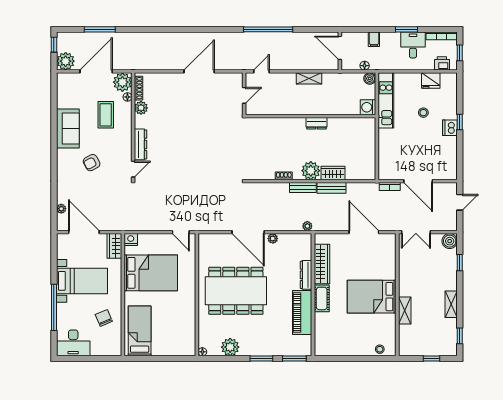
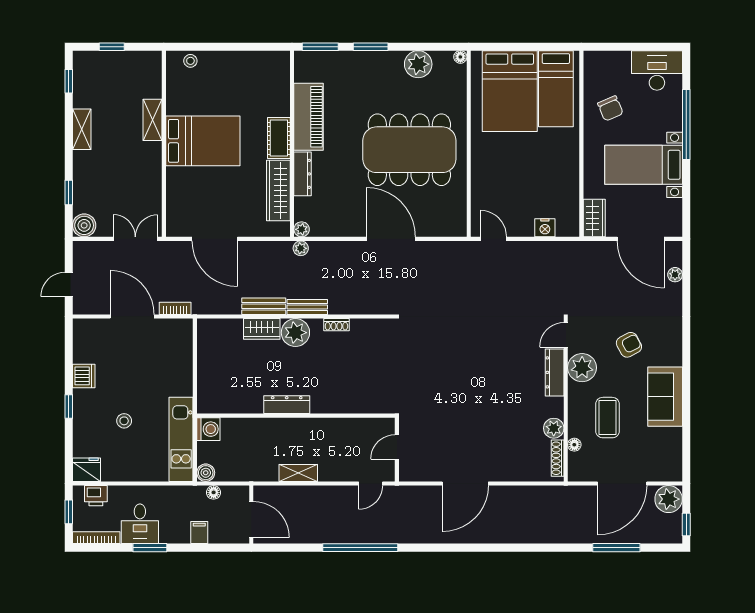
fridge: (431, 80) -> (86, 470), moved
plant: (122, 82) -> (582, 368), moved
dresser: (316, 123) -> (287, 405), width x1.44
dishwasher: (450, 128) -> (84, 376), moved
plant: (273, 239) -> (302, 229), moved
nightstand: (131, 240) -> (545, 228), moved
bed: (151, 273) -> (510, 91), moved, turned -90

